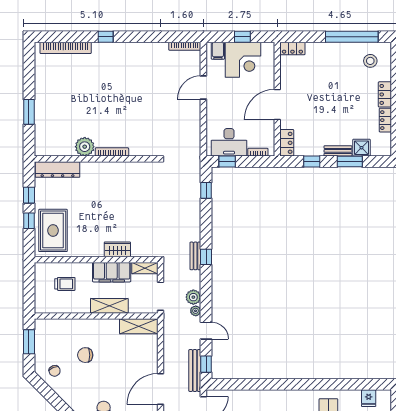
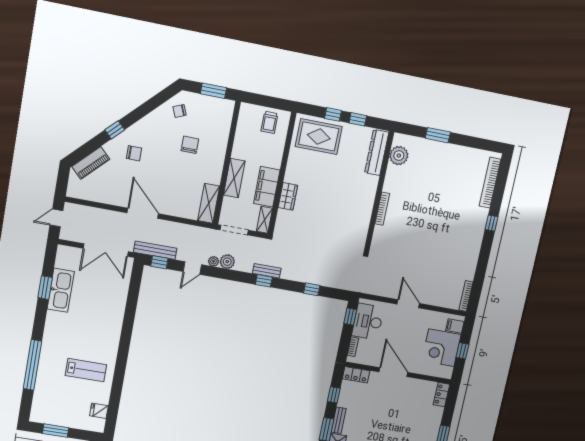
door: (203, 87) -> (408, 304), moved
plant: (85, 147) -> (399, 156), moved
window: (206, 190) -> (312, 289), moved
trolley: (65, 284) -> (269, 122), moved

